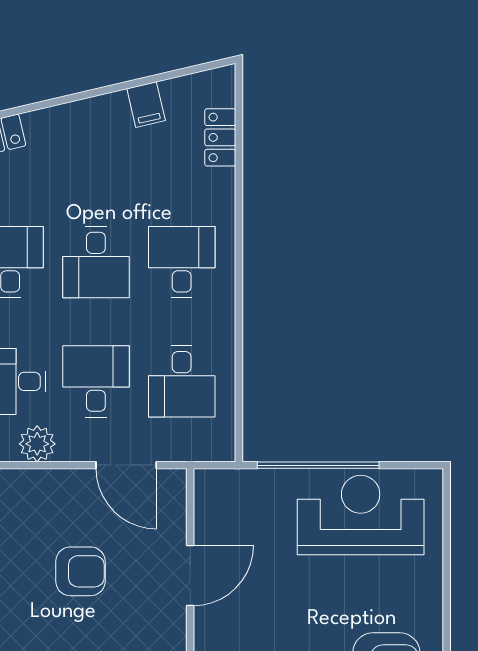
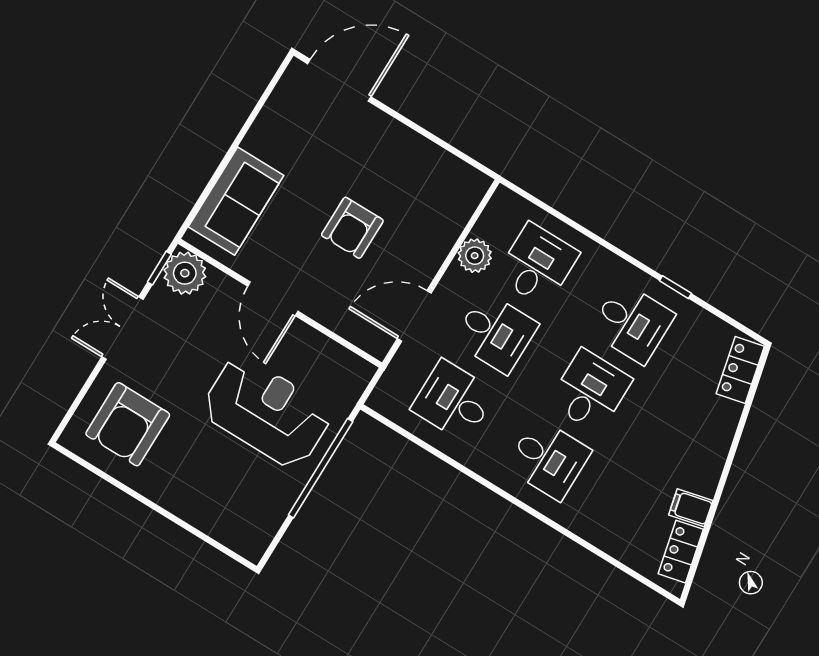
locker: (220, 137) -> (681, 552), moved, turned -103
desk: (96, 262) -> (590, 391), turned 90
reception desk: (361, 515) -> (267, 412), moved, turned -90
door: (190, 575) -> (273, 299), moved

